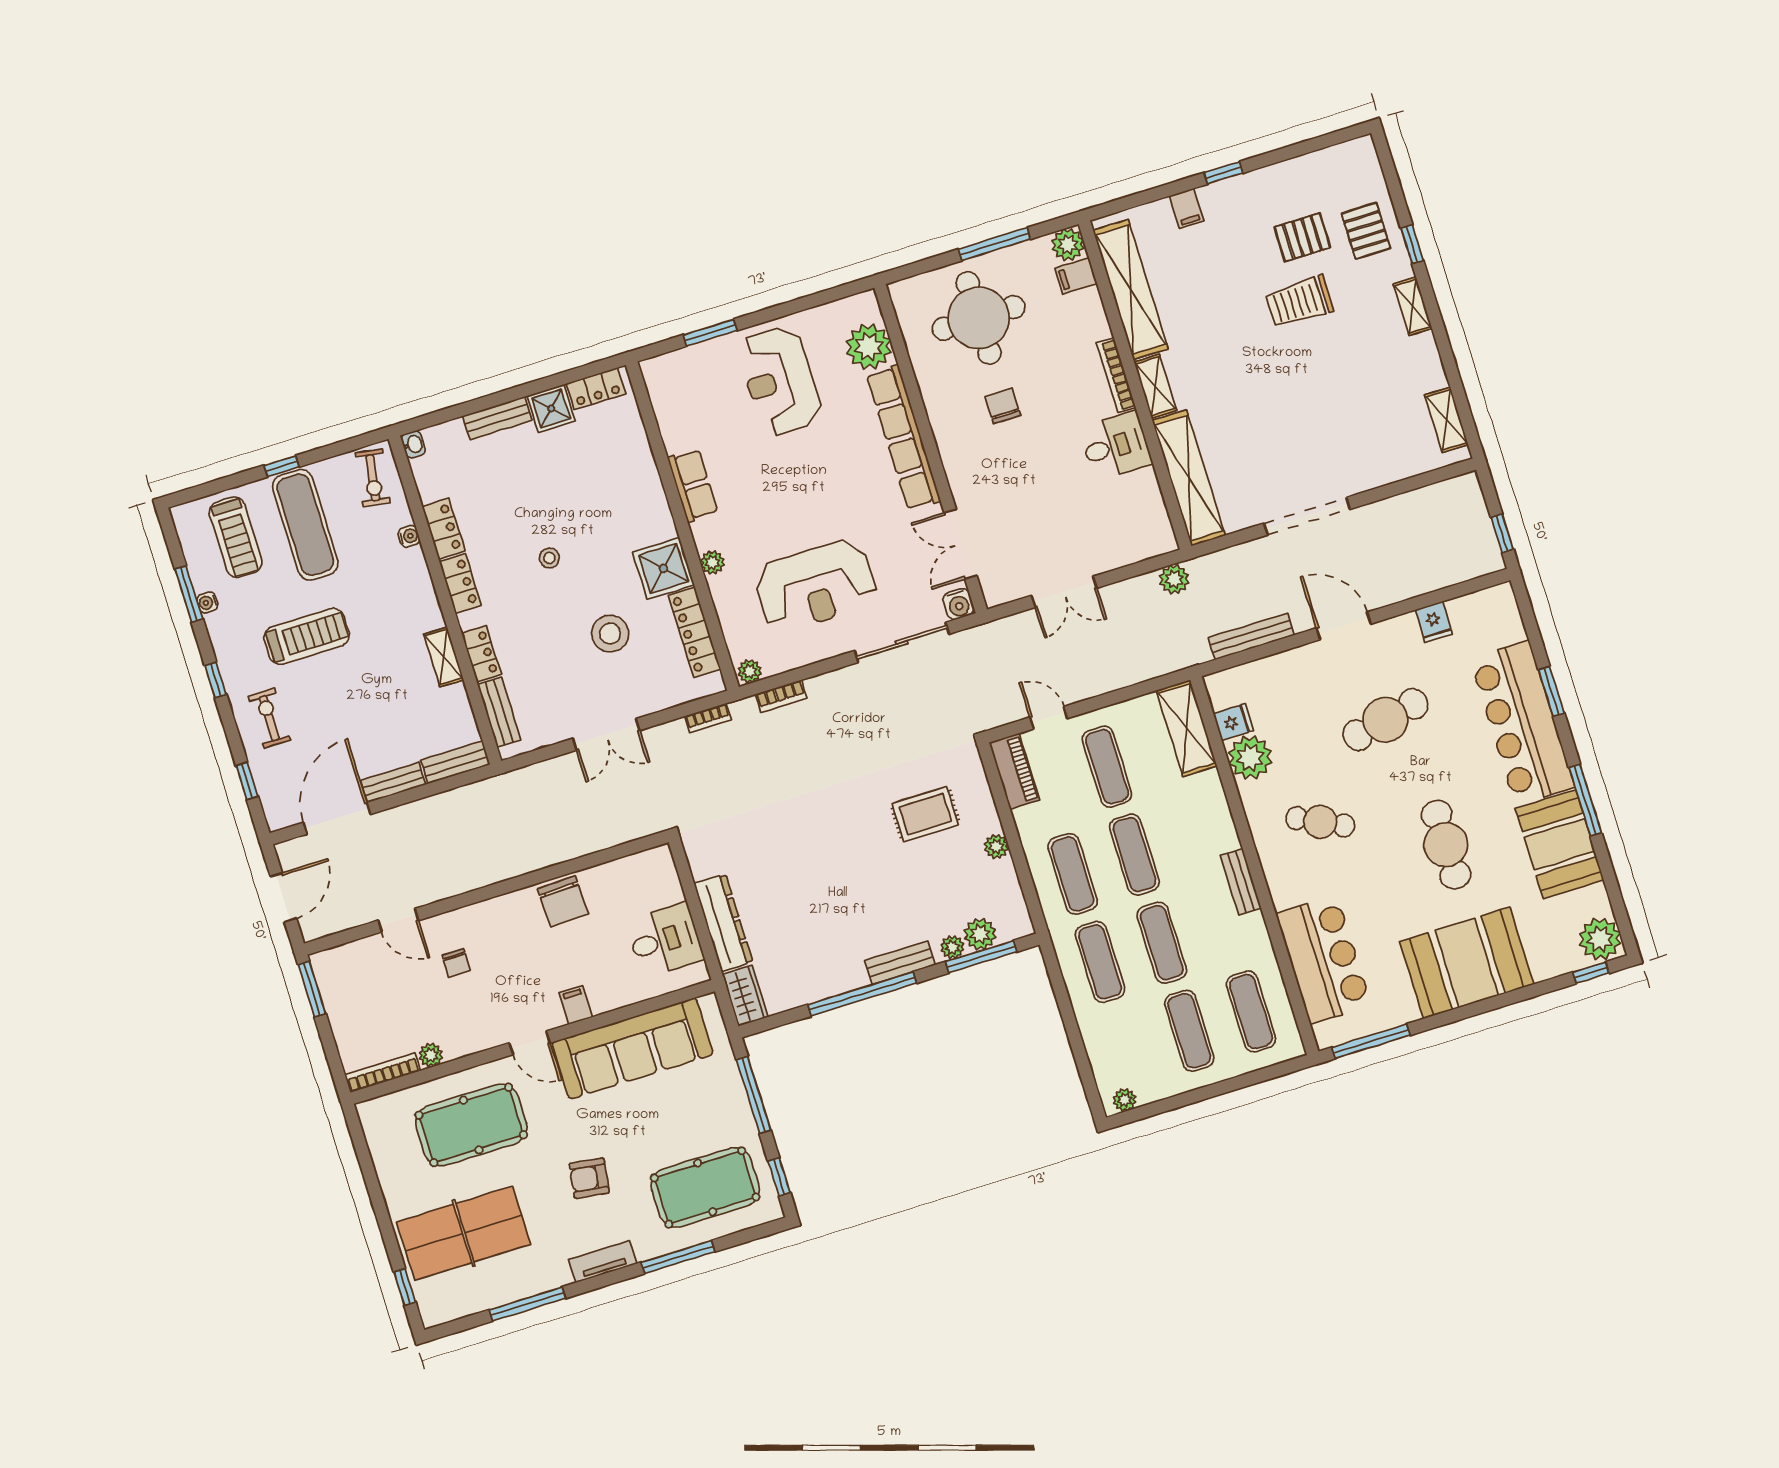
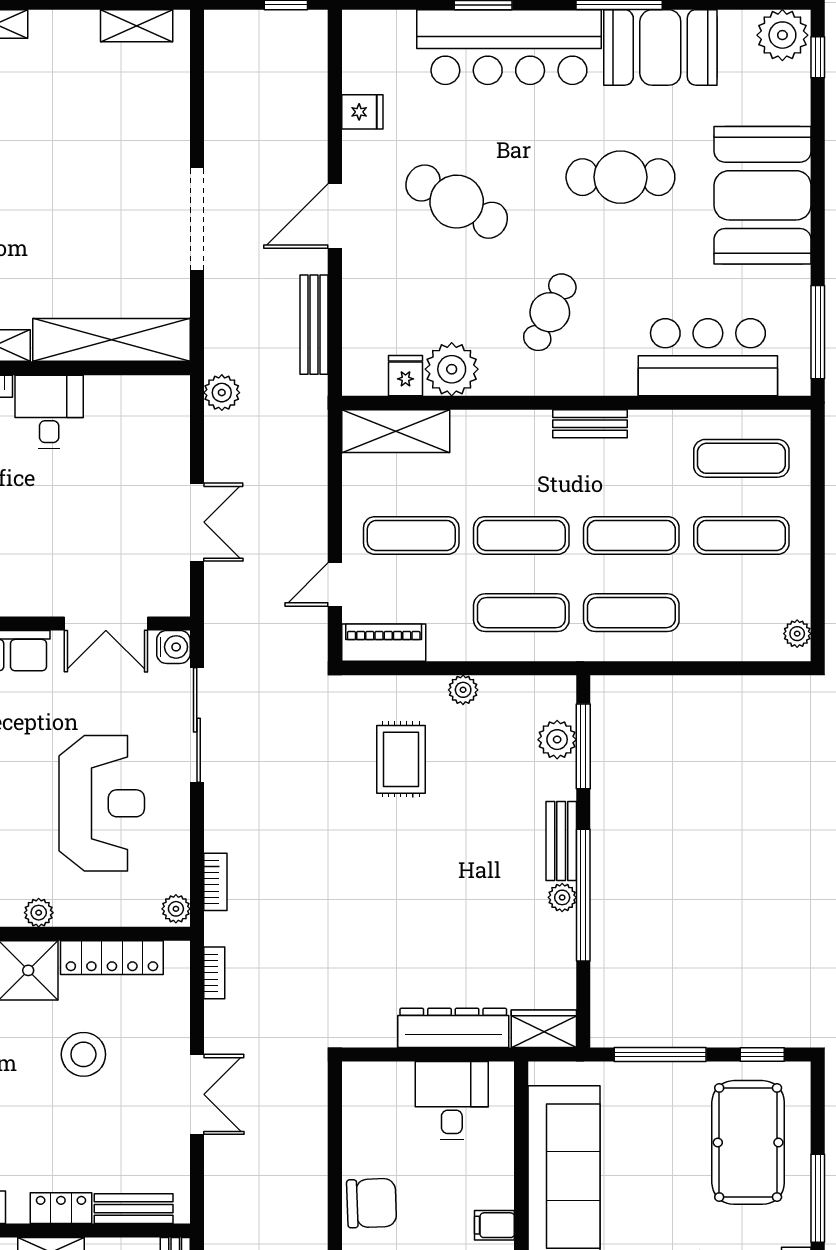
cafe table: (1385, 720) -> (457, 202), turned -49
plant: (952, 947) -> (562, 897), moved

